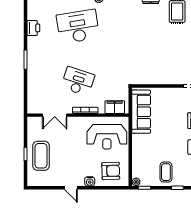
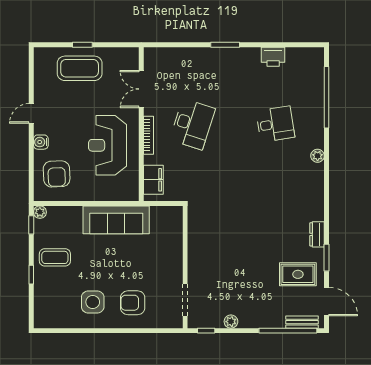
desk: (78, 26) -> (275, 124), width x0.53, depth x0.77
sofa: (141, 112) -> (116, 220), moved
reception desk: (107, 137) -> (108, 145), moved

